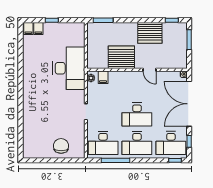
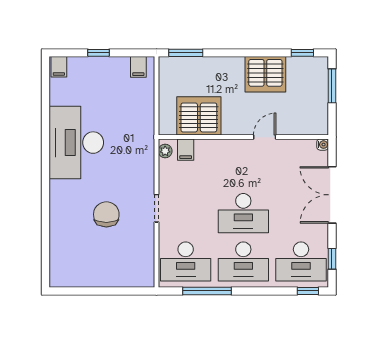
filing cabinet: (38, 28) -> (138, 67), moved
server rack: (121, 57) -> (199, 116), moved
desk: (69, 68) -> (76, 143), moved, turned 180
door: (150, 70) -> (265, 137), swing flipped
double door: (189, 104) -> (332, 195), width x0.73
chair: (61, 146) -> (106, 214), moved

